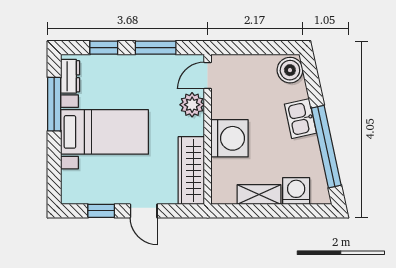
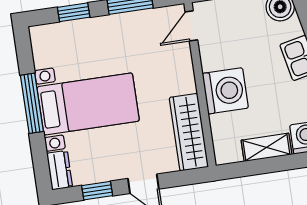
dresser: (70, 76) -> (60, 170), moved
window: (54, 104) -> (32, 103), moved
plant: (192, 105) -> (179, 60), removed

